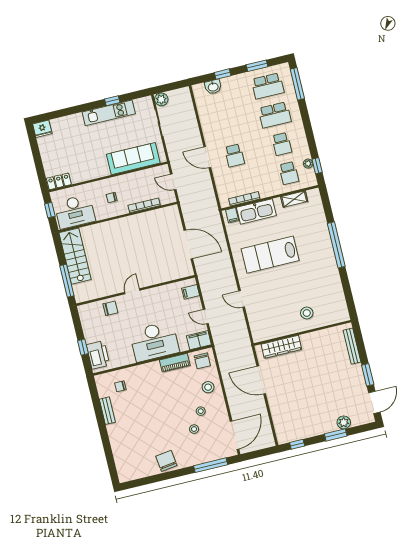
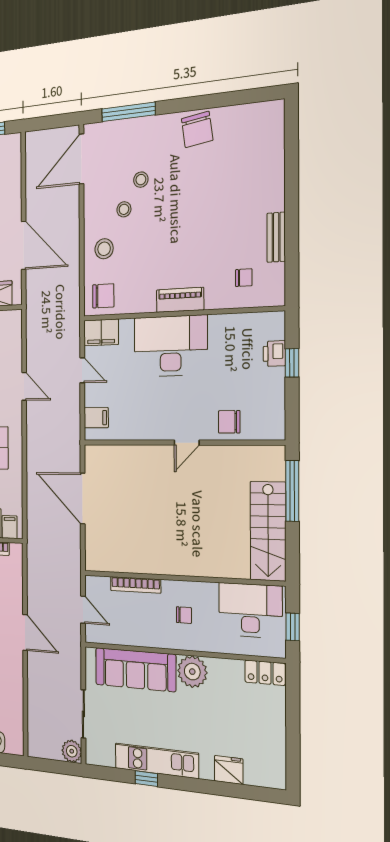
fridge: (42, 129) -> (229, 770), moved
plant: (100, 169) -> (192, 672), added
printer: (98, 355) -> (274, 354), width x0.53, depth x0.68
chair: (202, 361) -> (103, 296), turned 90
piano: (175, 363) -> (180, 300), moved

